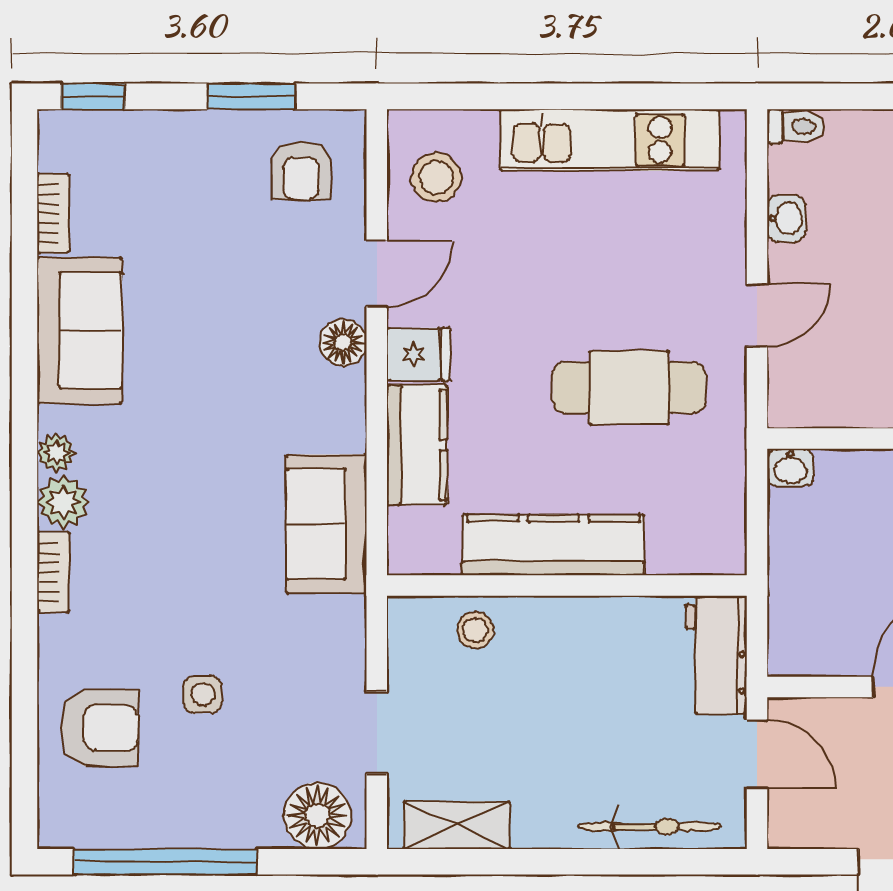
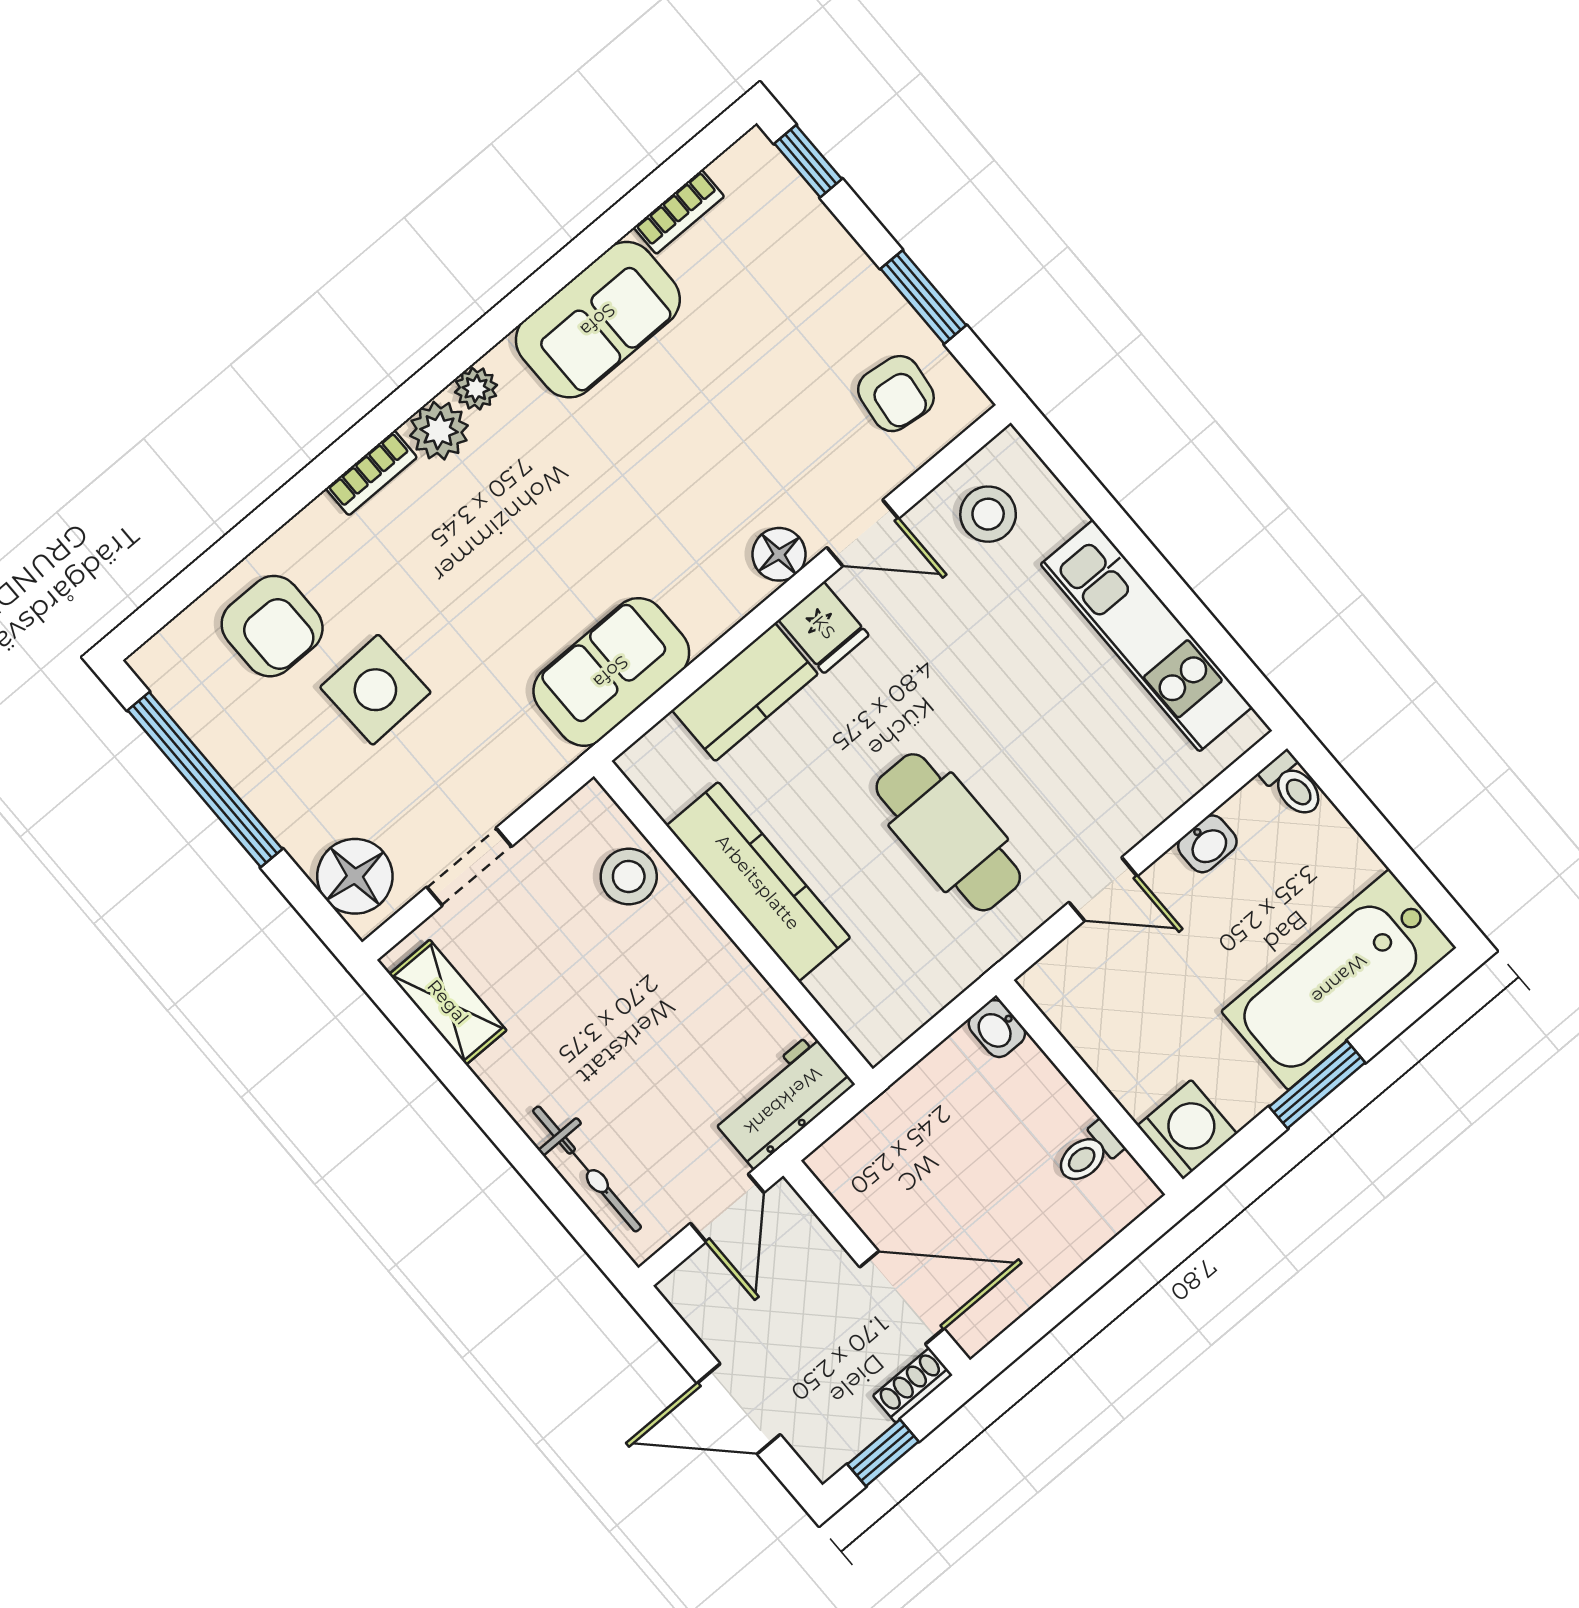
armchair: (301, 171) -> (896, 394), turned -83
stool: (475, 630) -> (629, 876), width x1.37, depth x1.37
side table: (203, 694) -> (375, 690), width x1.87, depth x1.87

